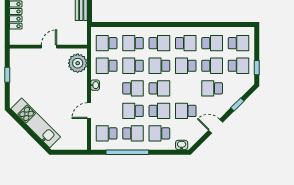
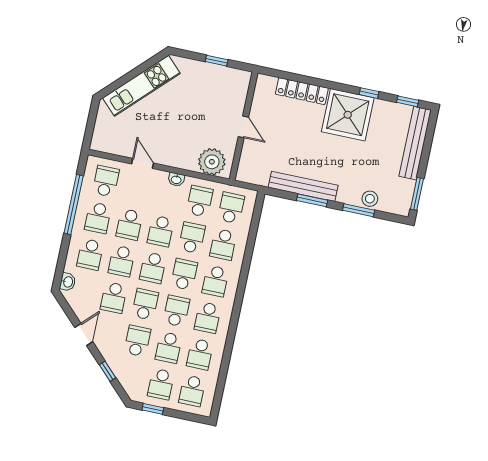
school desk: (133, 43) -> (223, 244), turned 180
school desk: (186, 88) -> (145, 304), added
school desk: (133, 111) -> (129, 224), turned 180
school desk: (186, 111) -> (114, 298), turned 180
school desk: (159, 133) -> (90, 254), turned 180

